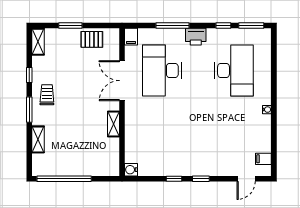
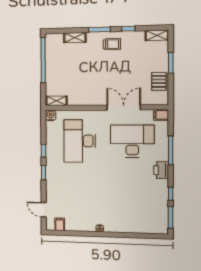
desk: (234, 70) -> (80, 141), moved, turned 90
shelving: (114, 124) -> (56, 101), moved

